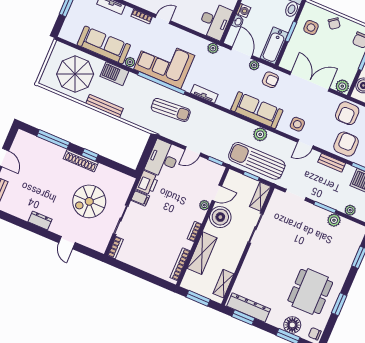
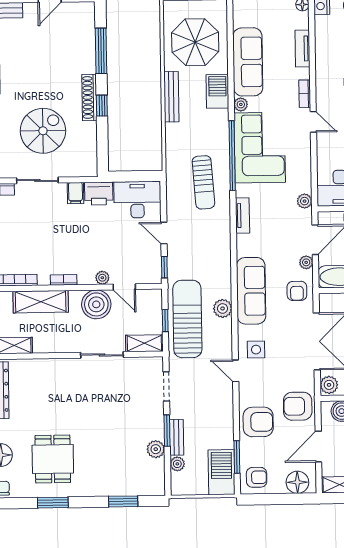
bench: (332, 163) -> (176, 437), moved
spiral stairs: (89, 201) -> (43, 131), turned 90
dining table: (310, 292) -> (53, 459), width x0.73

